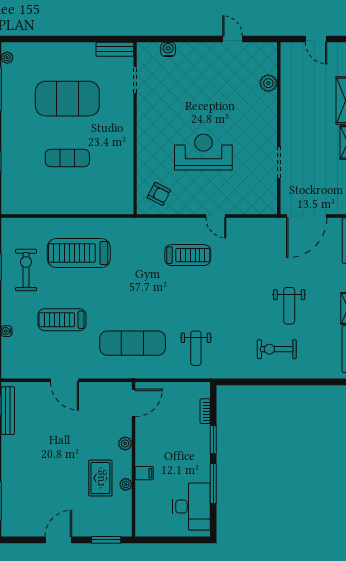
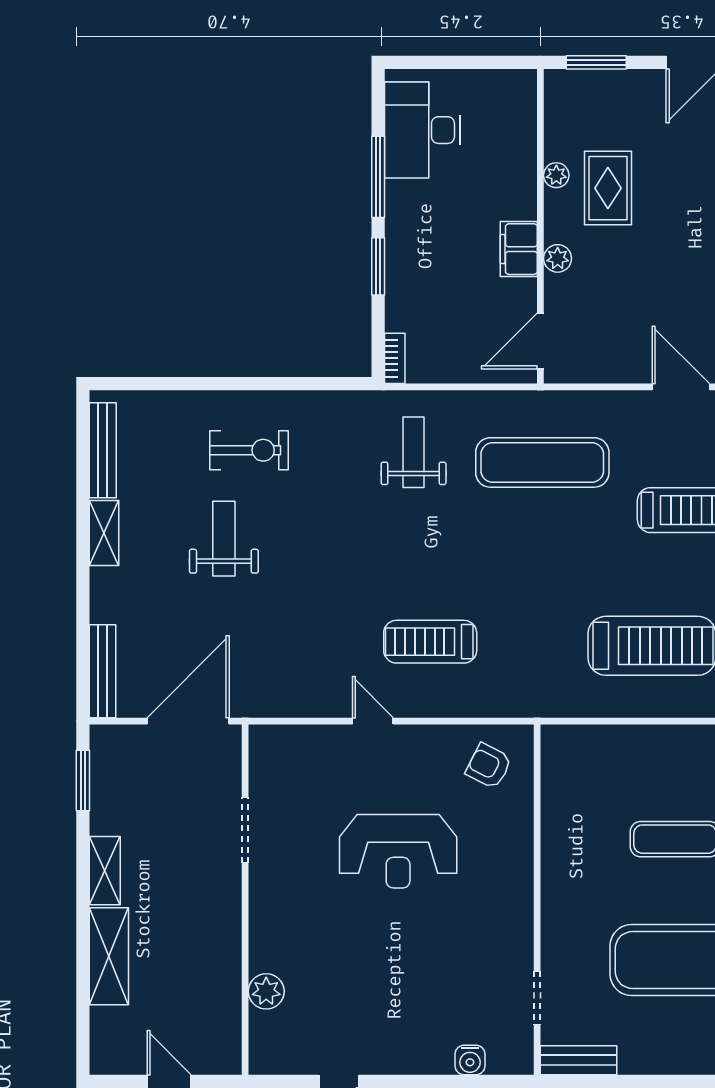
bookcase: (205, 411) -> (395, 358), moved
filing cabinet: (144, 473) -> (519, 249), moved, width x2.00

